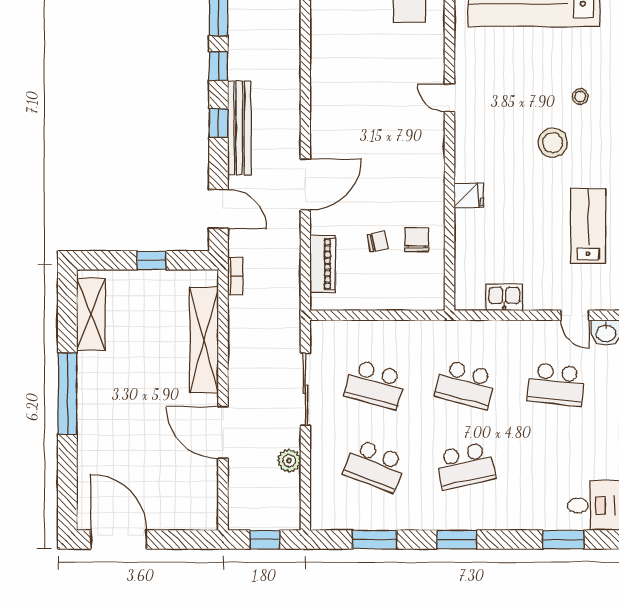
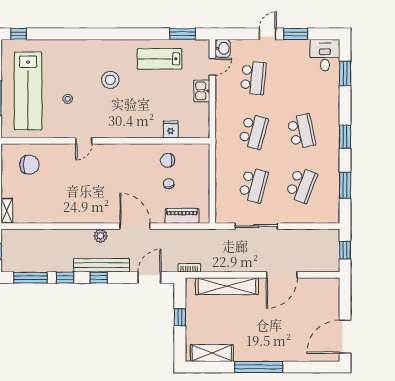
stool: (580, 97) -> (68, 99), moved
fridge: (469, 195) -> (171, 129), moved
kitchen sink: (504, 297) -> (202, 91), moved
plant: (289, 461) -> (100, 236), moved

